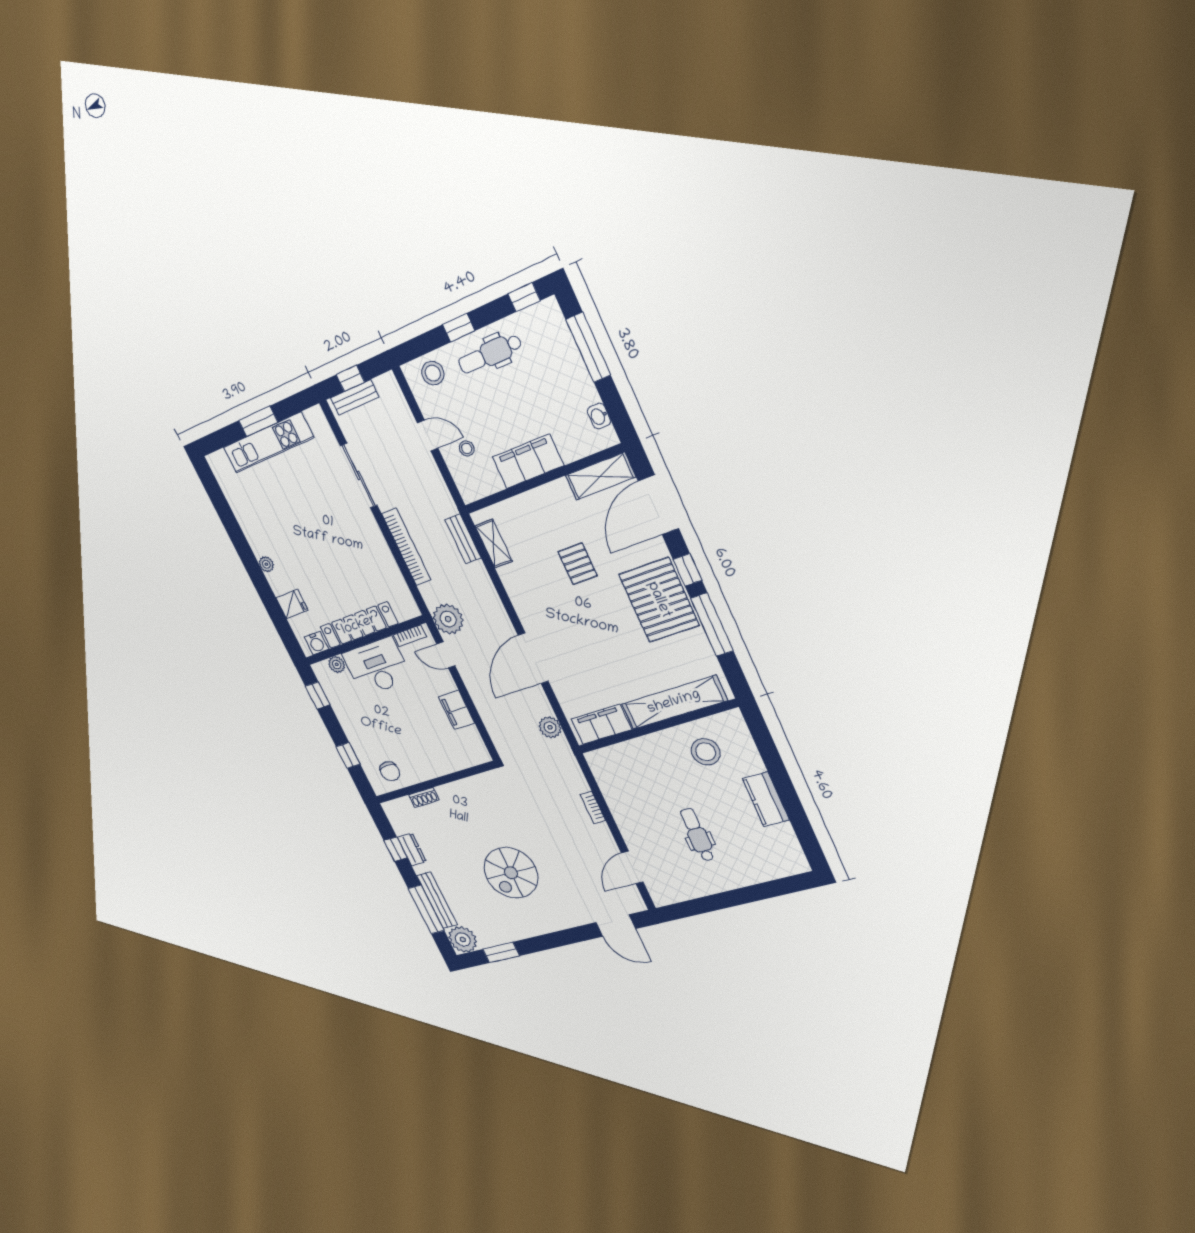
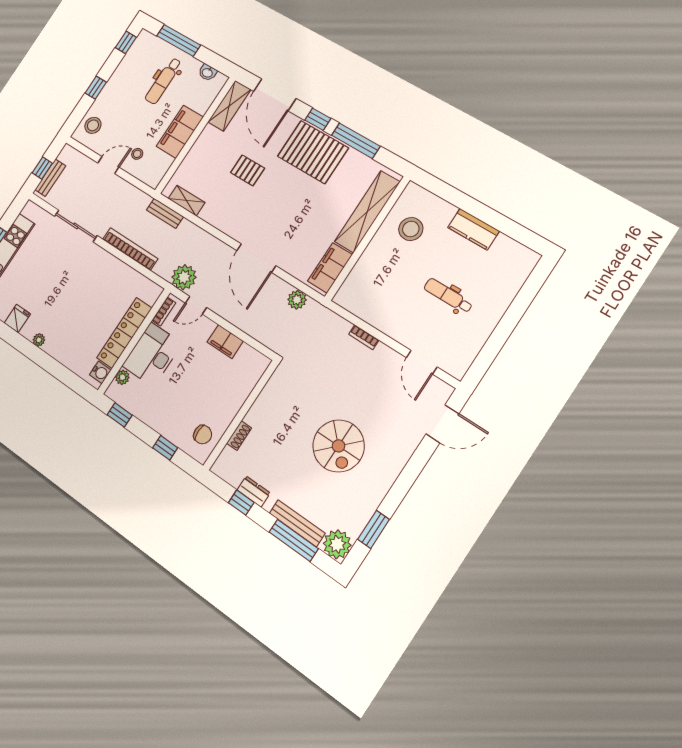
dental chair: (490, 354) -> (163, 81), moved
fridge: (292, 604) -> (17, 318), moved

